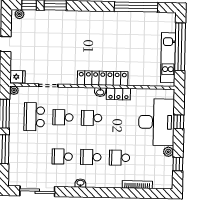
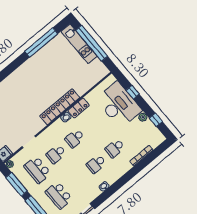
kitchen unit: (168, 58) -> (79, 44), moved
school desk: (62, 157) -> (59, 195), moved, width x1.85

